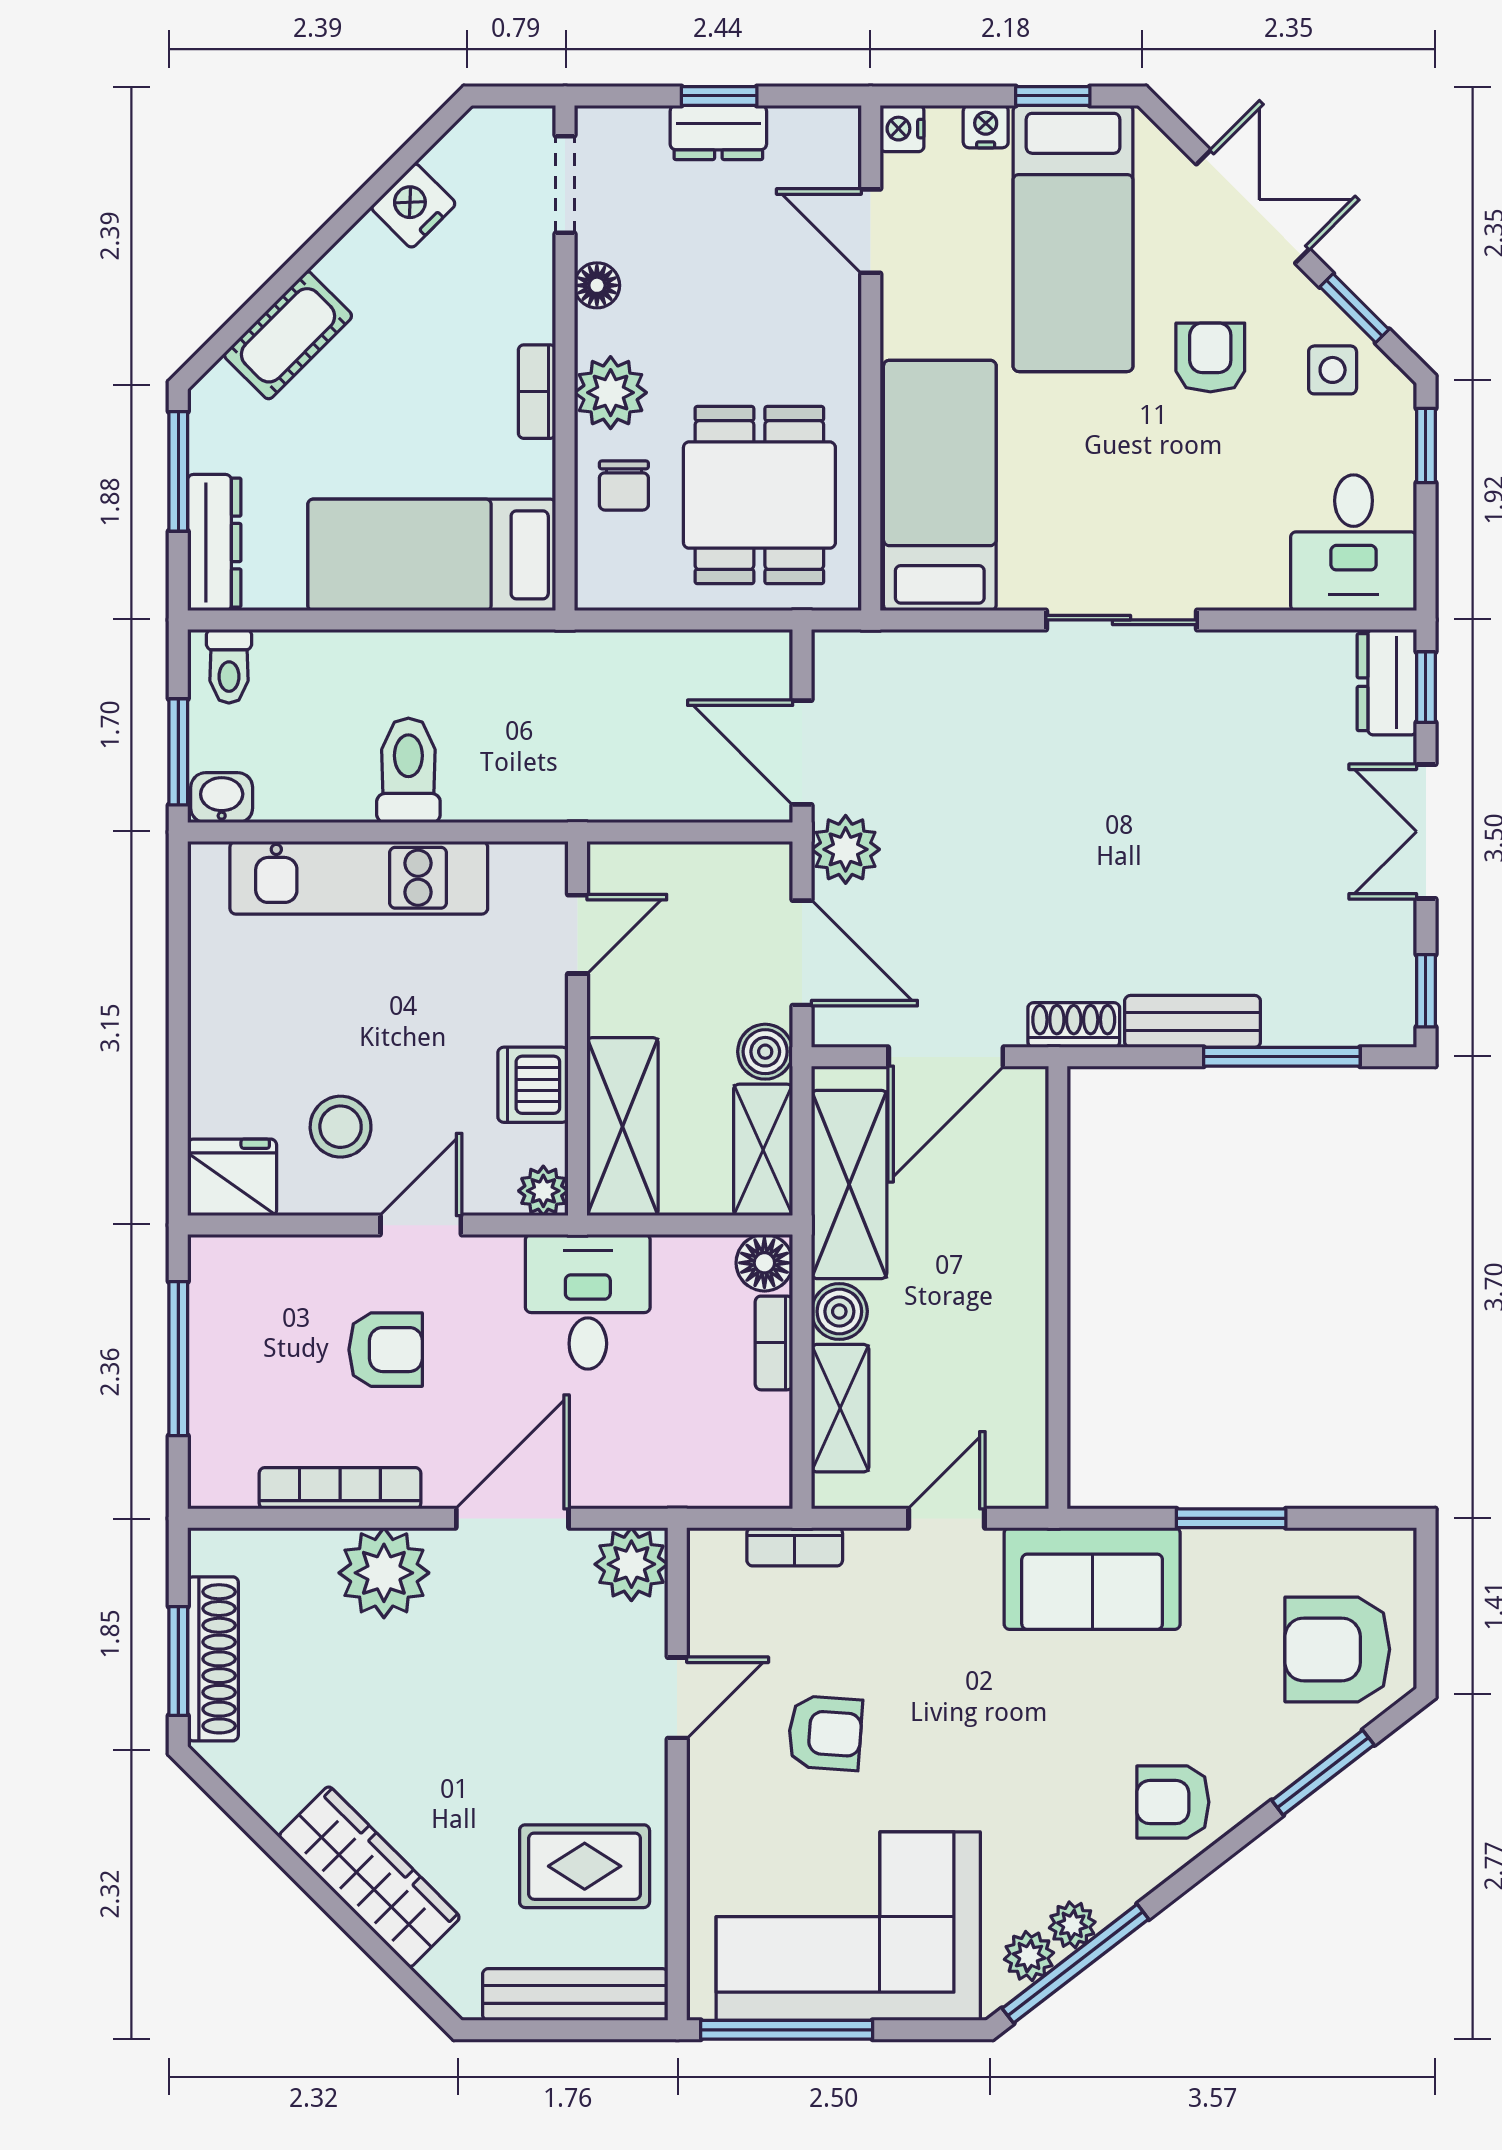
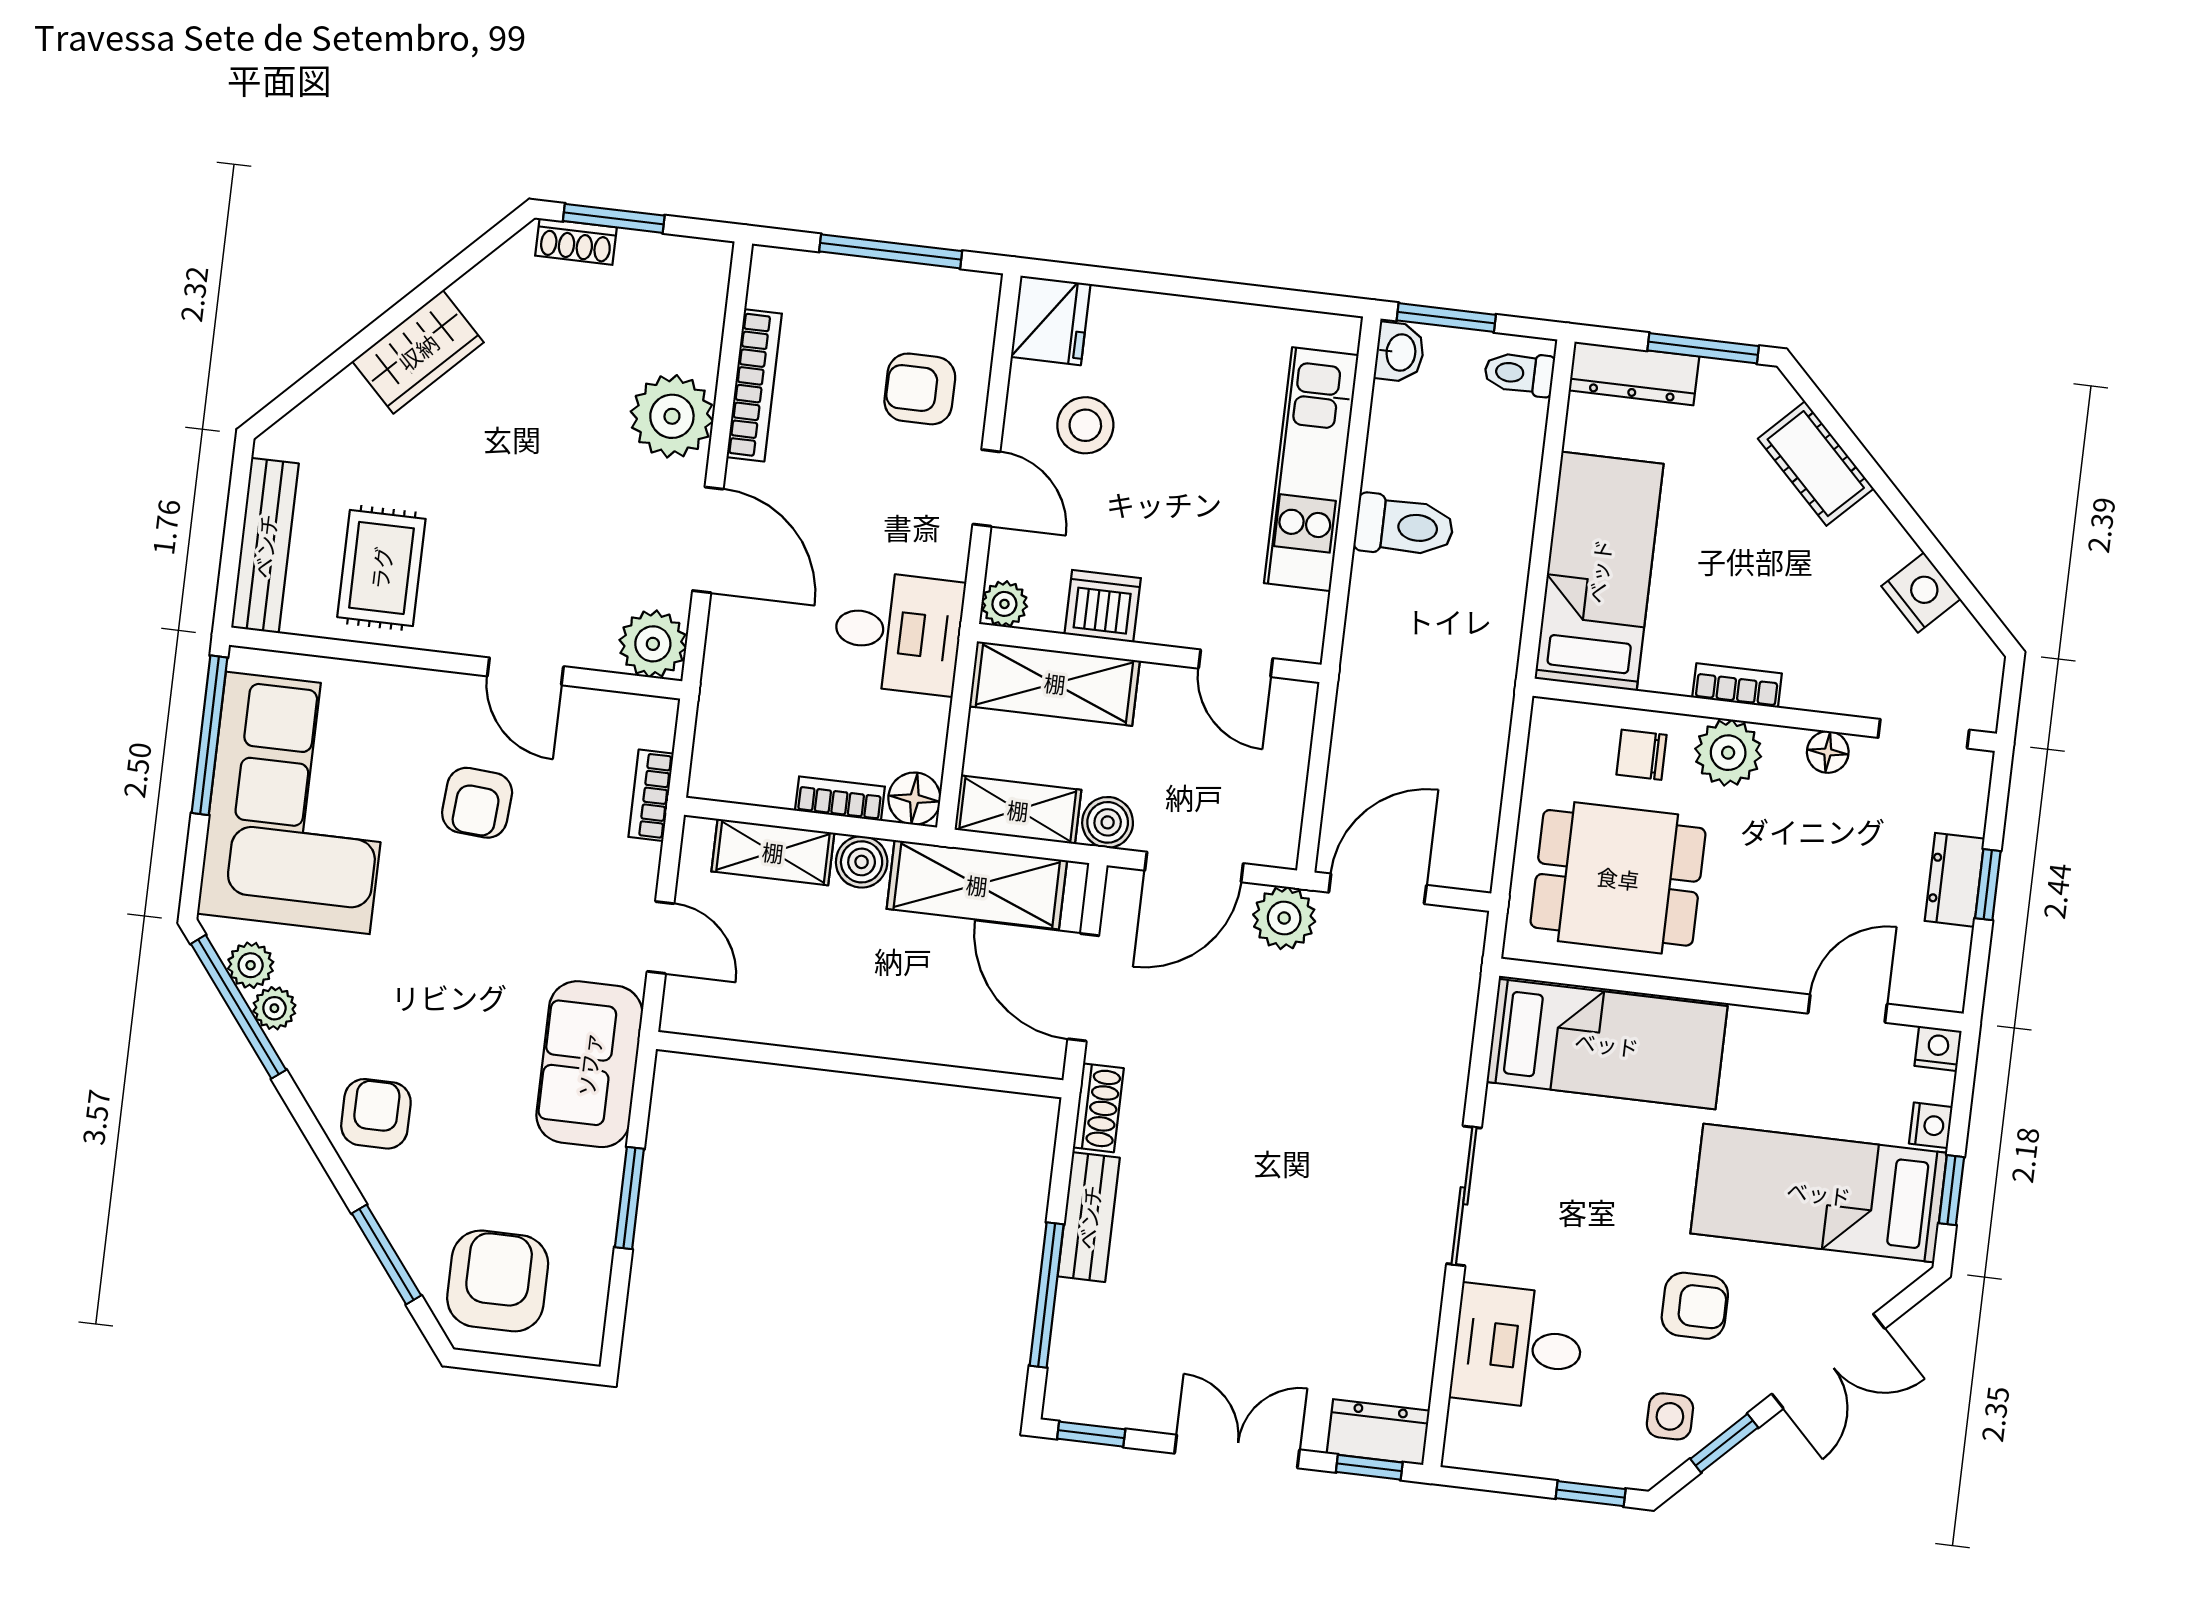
desk: (1354, 543) -> (1518, 1347), moved
armchair: (386, 1350) -> (920, 389), moved, turned 90
shoe rack: (213, 1659) -> (576, 242), width x0.51, depth x0.81
wardrobe: (369, 1877) -> (418, 352), width x0.67

